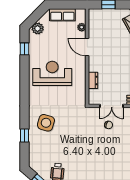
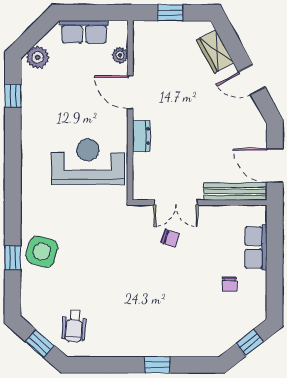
reception desk: (52, 73) -> (88, 162), moved
dresser: (93, 80) -> (141, 136), moved
side table: (46, 123) -> (42, 251), moved

